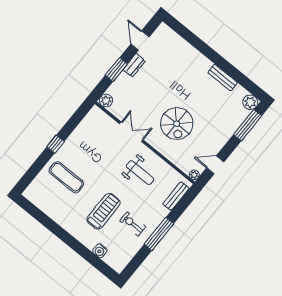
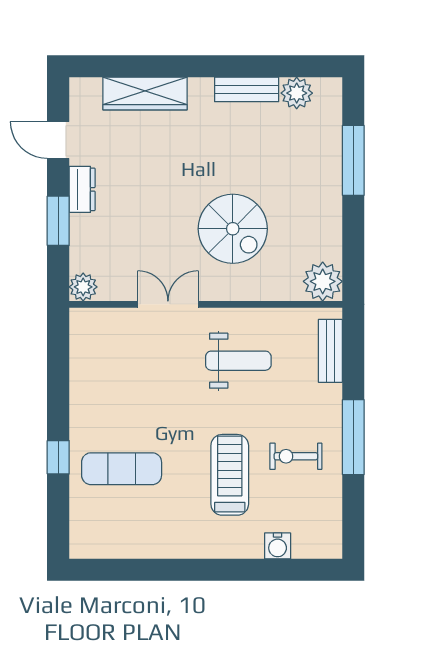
wardrobe: (185, 49) -> (145, 94), added
plant: (250, 102) -> (297, 93), moved
window: (248, 125) -> (353, 160), moved
window: (56, 144) -> (58, 457), moved
door: (215, 165) -> (353, 245), removed
plant: (194, 175) -> (323, 281), width x1.88, depth x1.88

